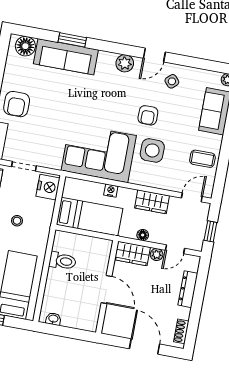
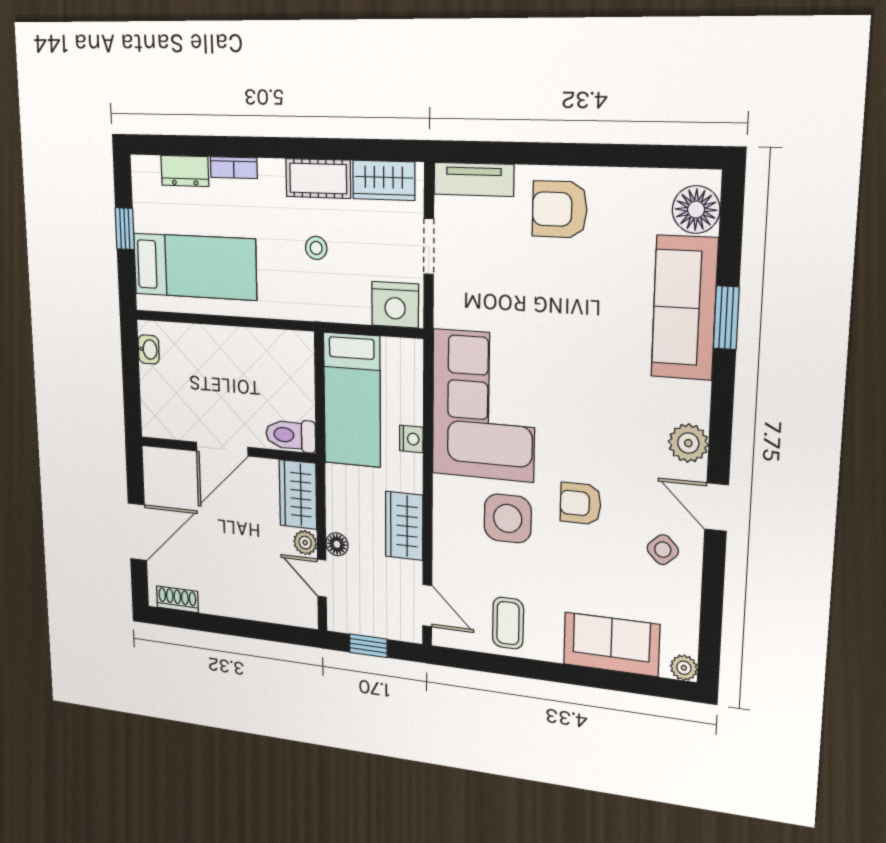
floor lamp: (143, 235) -> (337, 544), moved
toilet: (63, 261) -> (291, 435), moved, turned 90
dresser: (188, 289) -> (254, 608), removed

